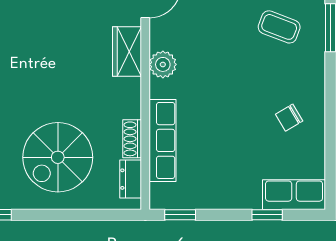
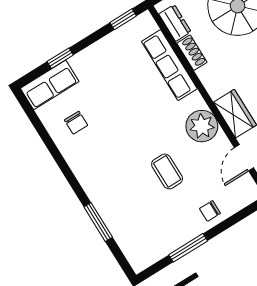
coffee table: (279, 27) -> (167, 171), moved, turned 69
plant: (163, 64) -> (202, 126), width x1.36, depth x1.36
chair: (289, 118) -> (76, 123), moved, turned 121

